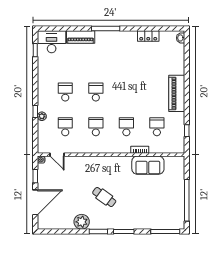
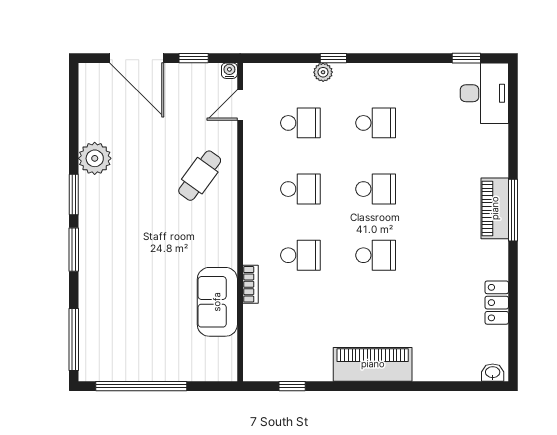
piano: (81, 37) -> (495, 208), moved
school desk: (157, 127) -> (376, 255), moved
cafe table: (104, 197) -> (200, 176), moved

